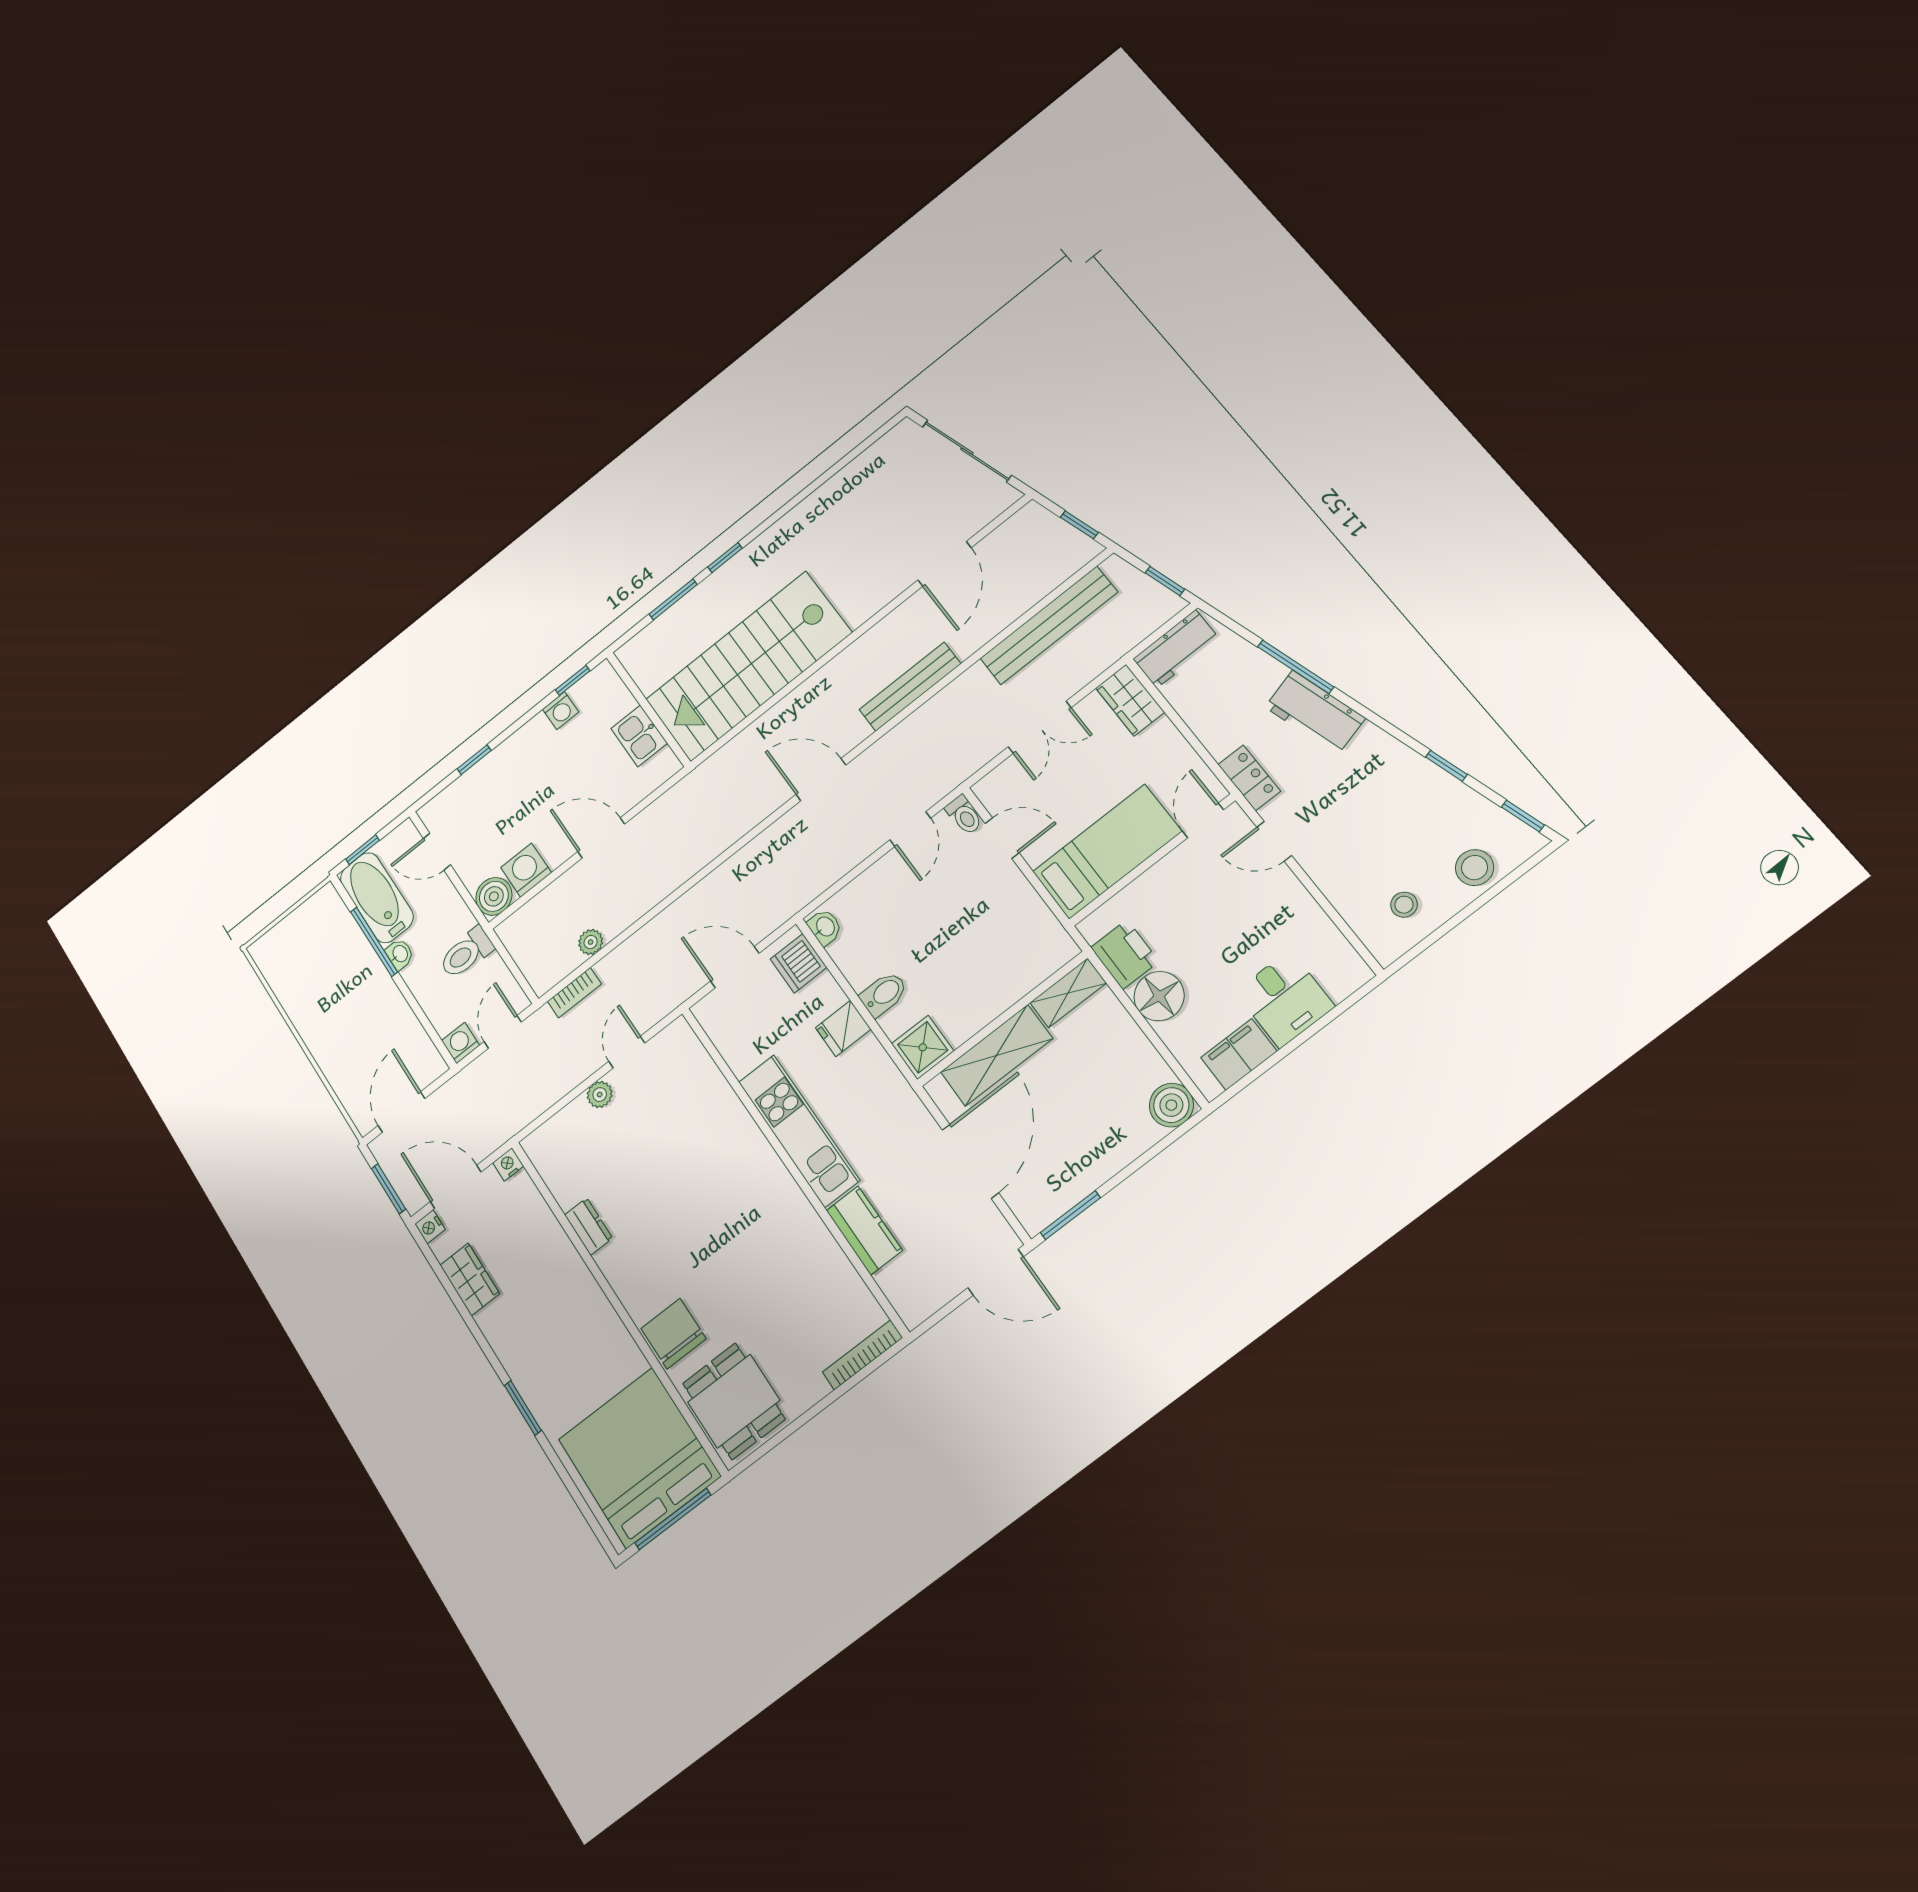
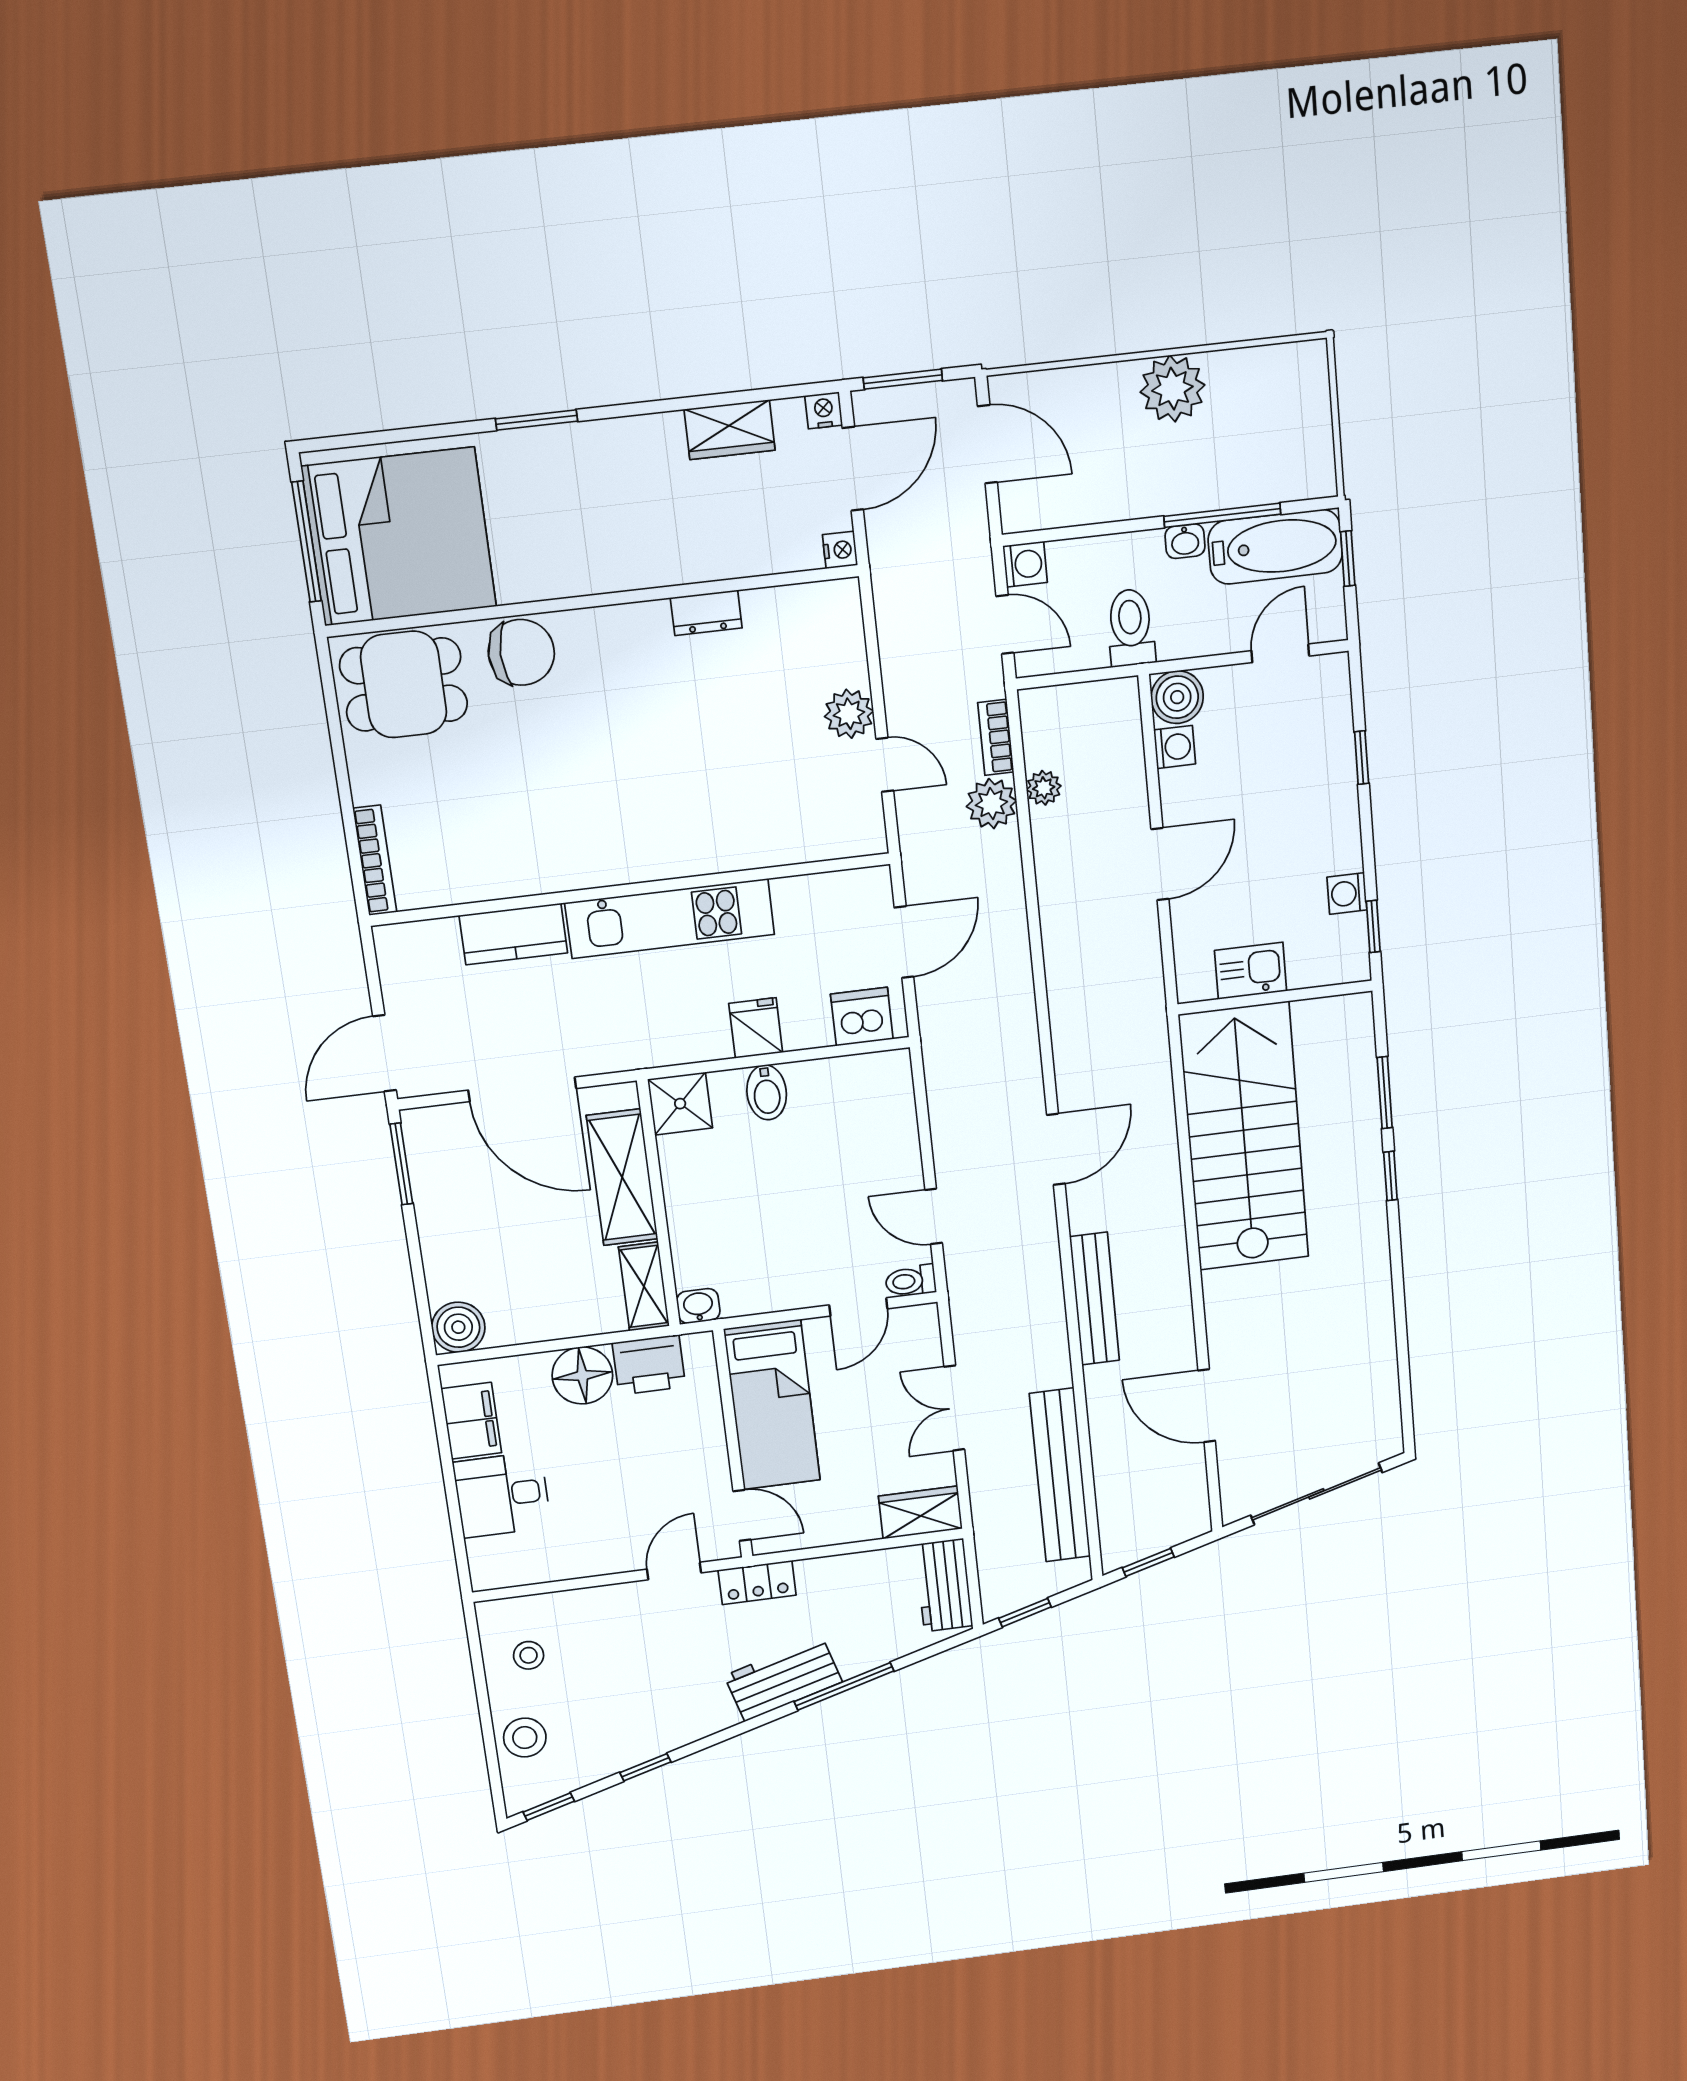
washing machine: (526, 870) -> (1175, 747), width x0.73, depth x0.73
washbasin: (825, 927) -> (698, 1306), moved, turned 180
plant: (617, 969) -> (991, 804), added
plant: (317, 1021) -> (1172, 389), added
plant: (600, 1095) -> (849, 714), width x1.38, depth x1.38

